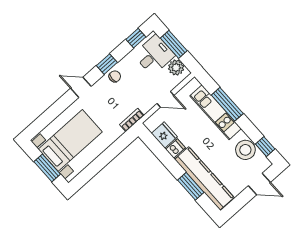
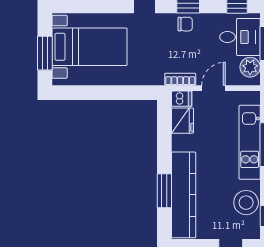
door: (165, 99) -> (213, 88), swing flipped
bookcase: (132, 120) -> (180, 79), moved
dishwasher: (175, 149) -> (182, 99), moved

